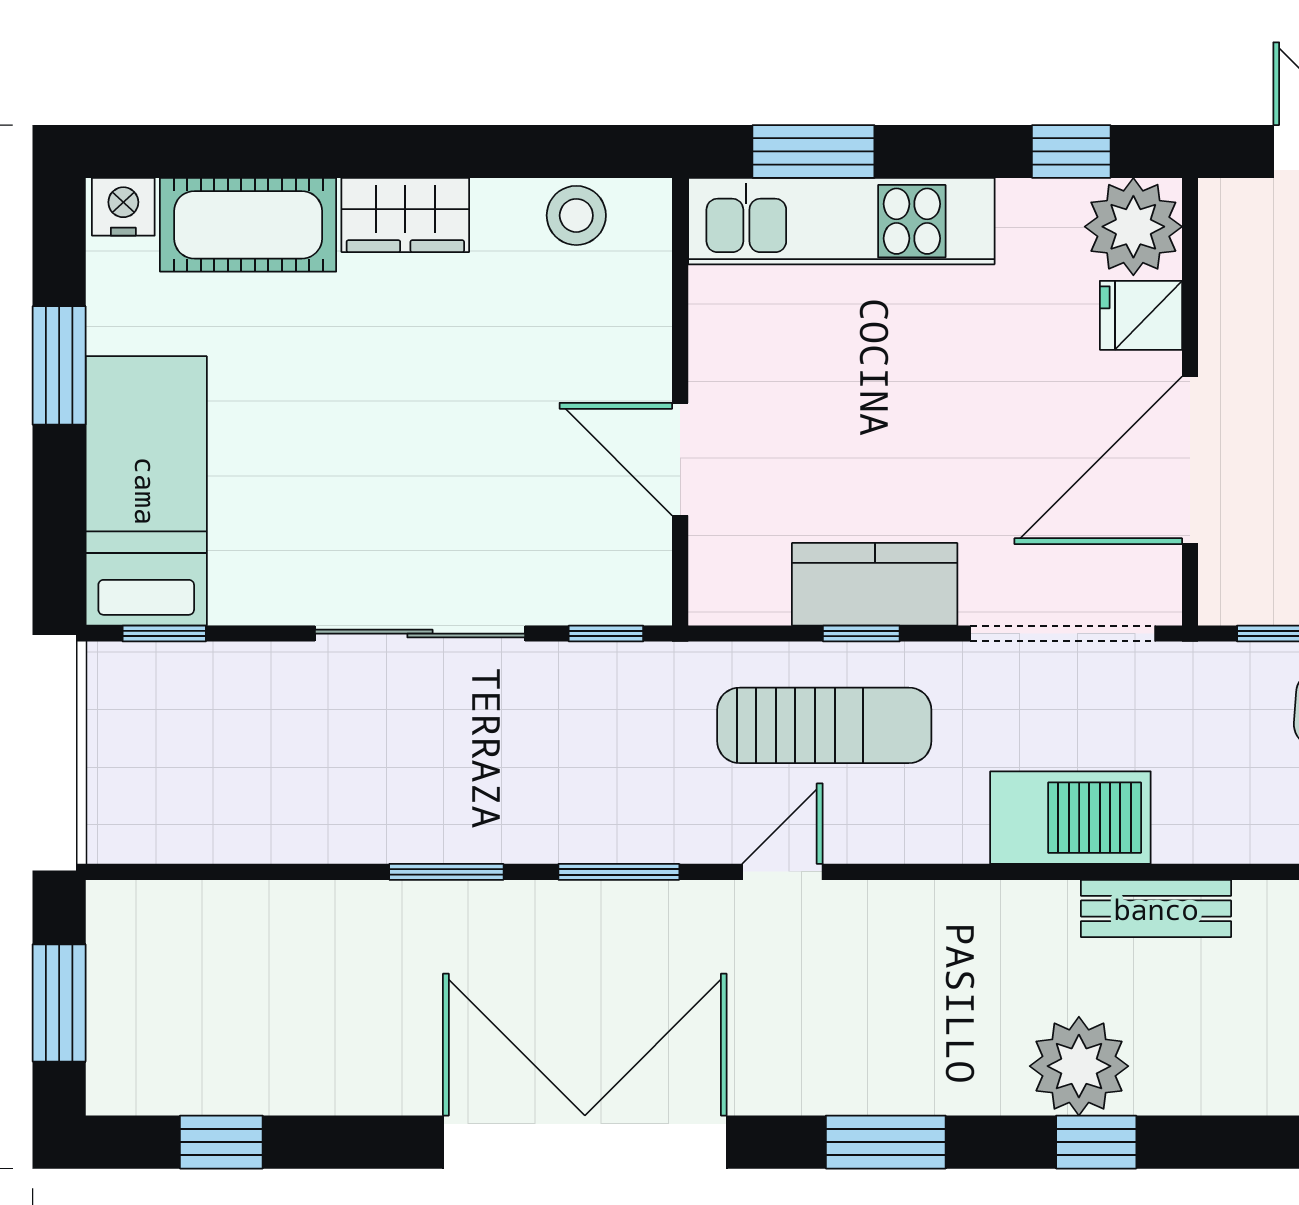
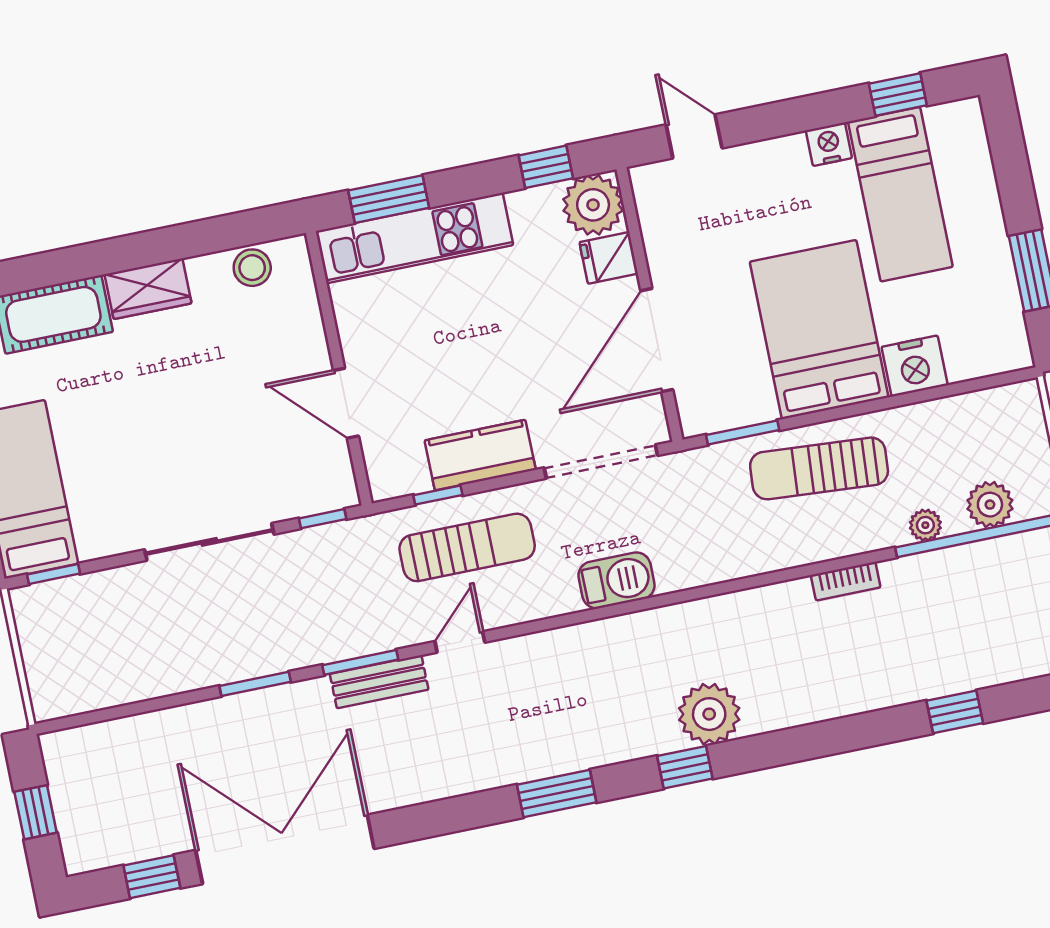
window: (861, 634) -> (438, 495), moved
barbecue: (1070, 818) -> (616, 580), width x0.73, depth x0.83
bench: (1156, 909) -> (379, 682), moved
window: (59, 1003) -> (36, 812), width x0.67
plant: (1079, 1066) -> (709, 714), moved
double door: (585, 1142) -> (285, 849), moved

